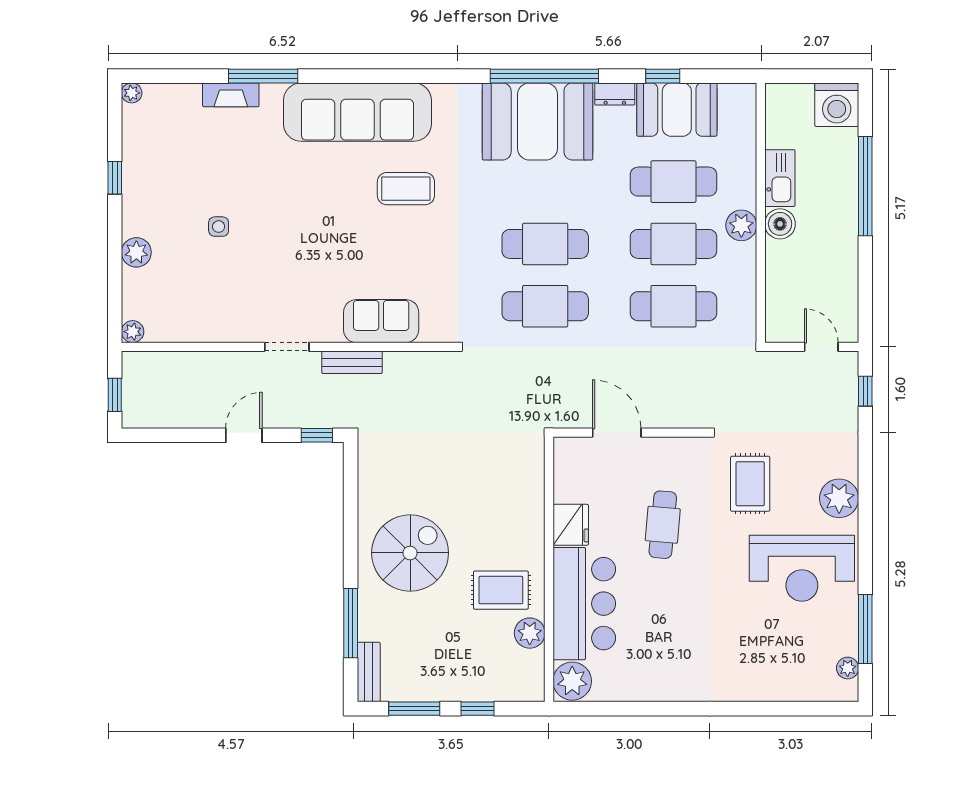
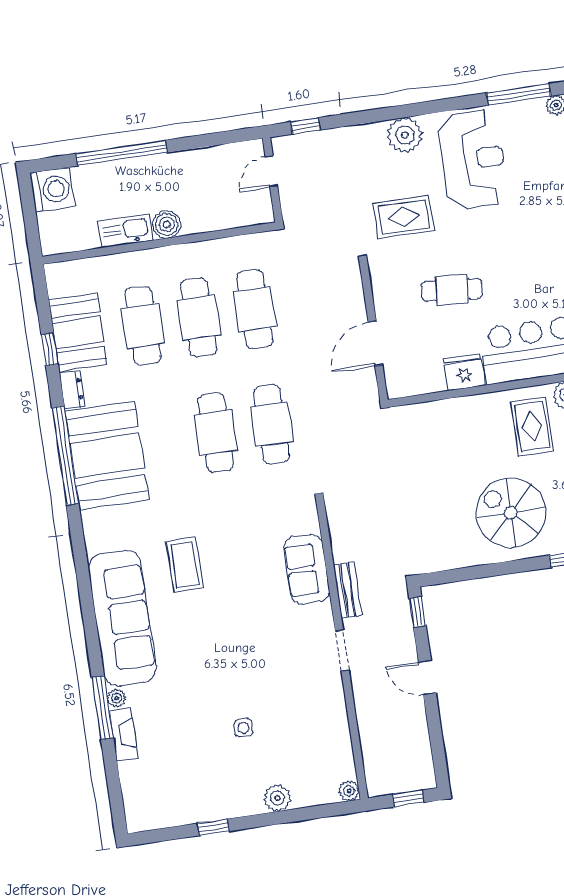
plant: (132, 93) -> (117, 698), moved
plant: (741, 225) -> (173, 259), removed

